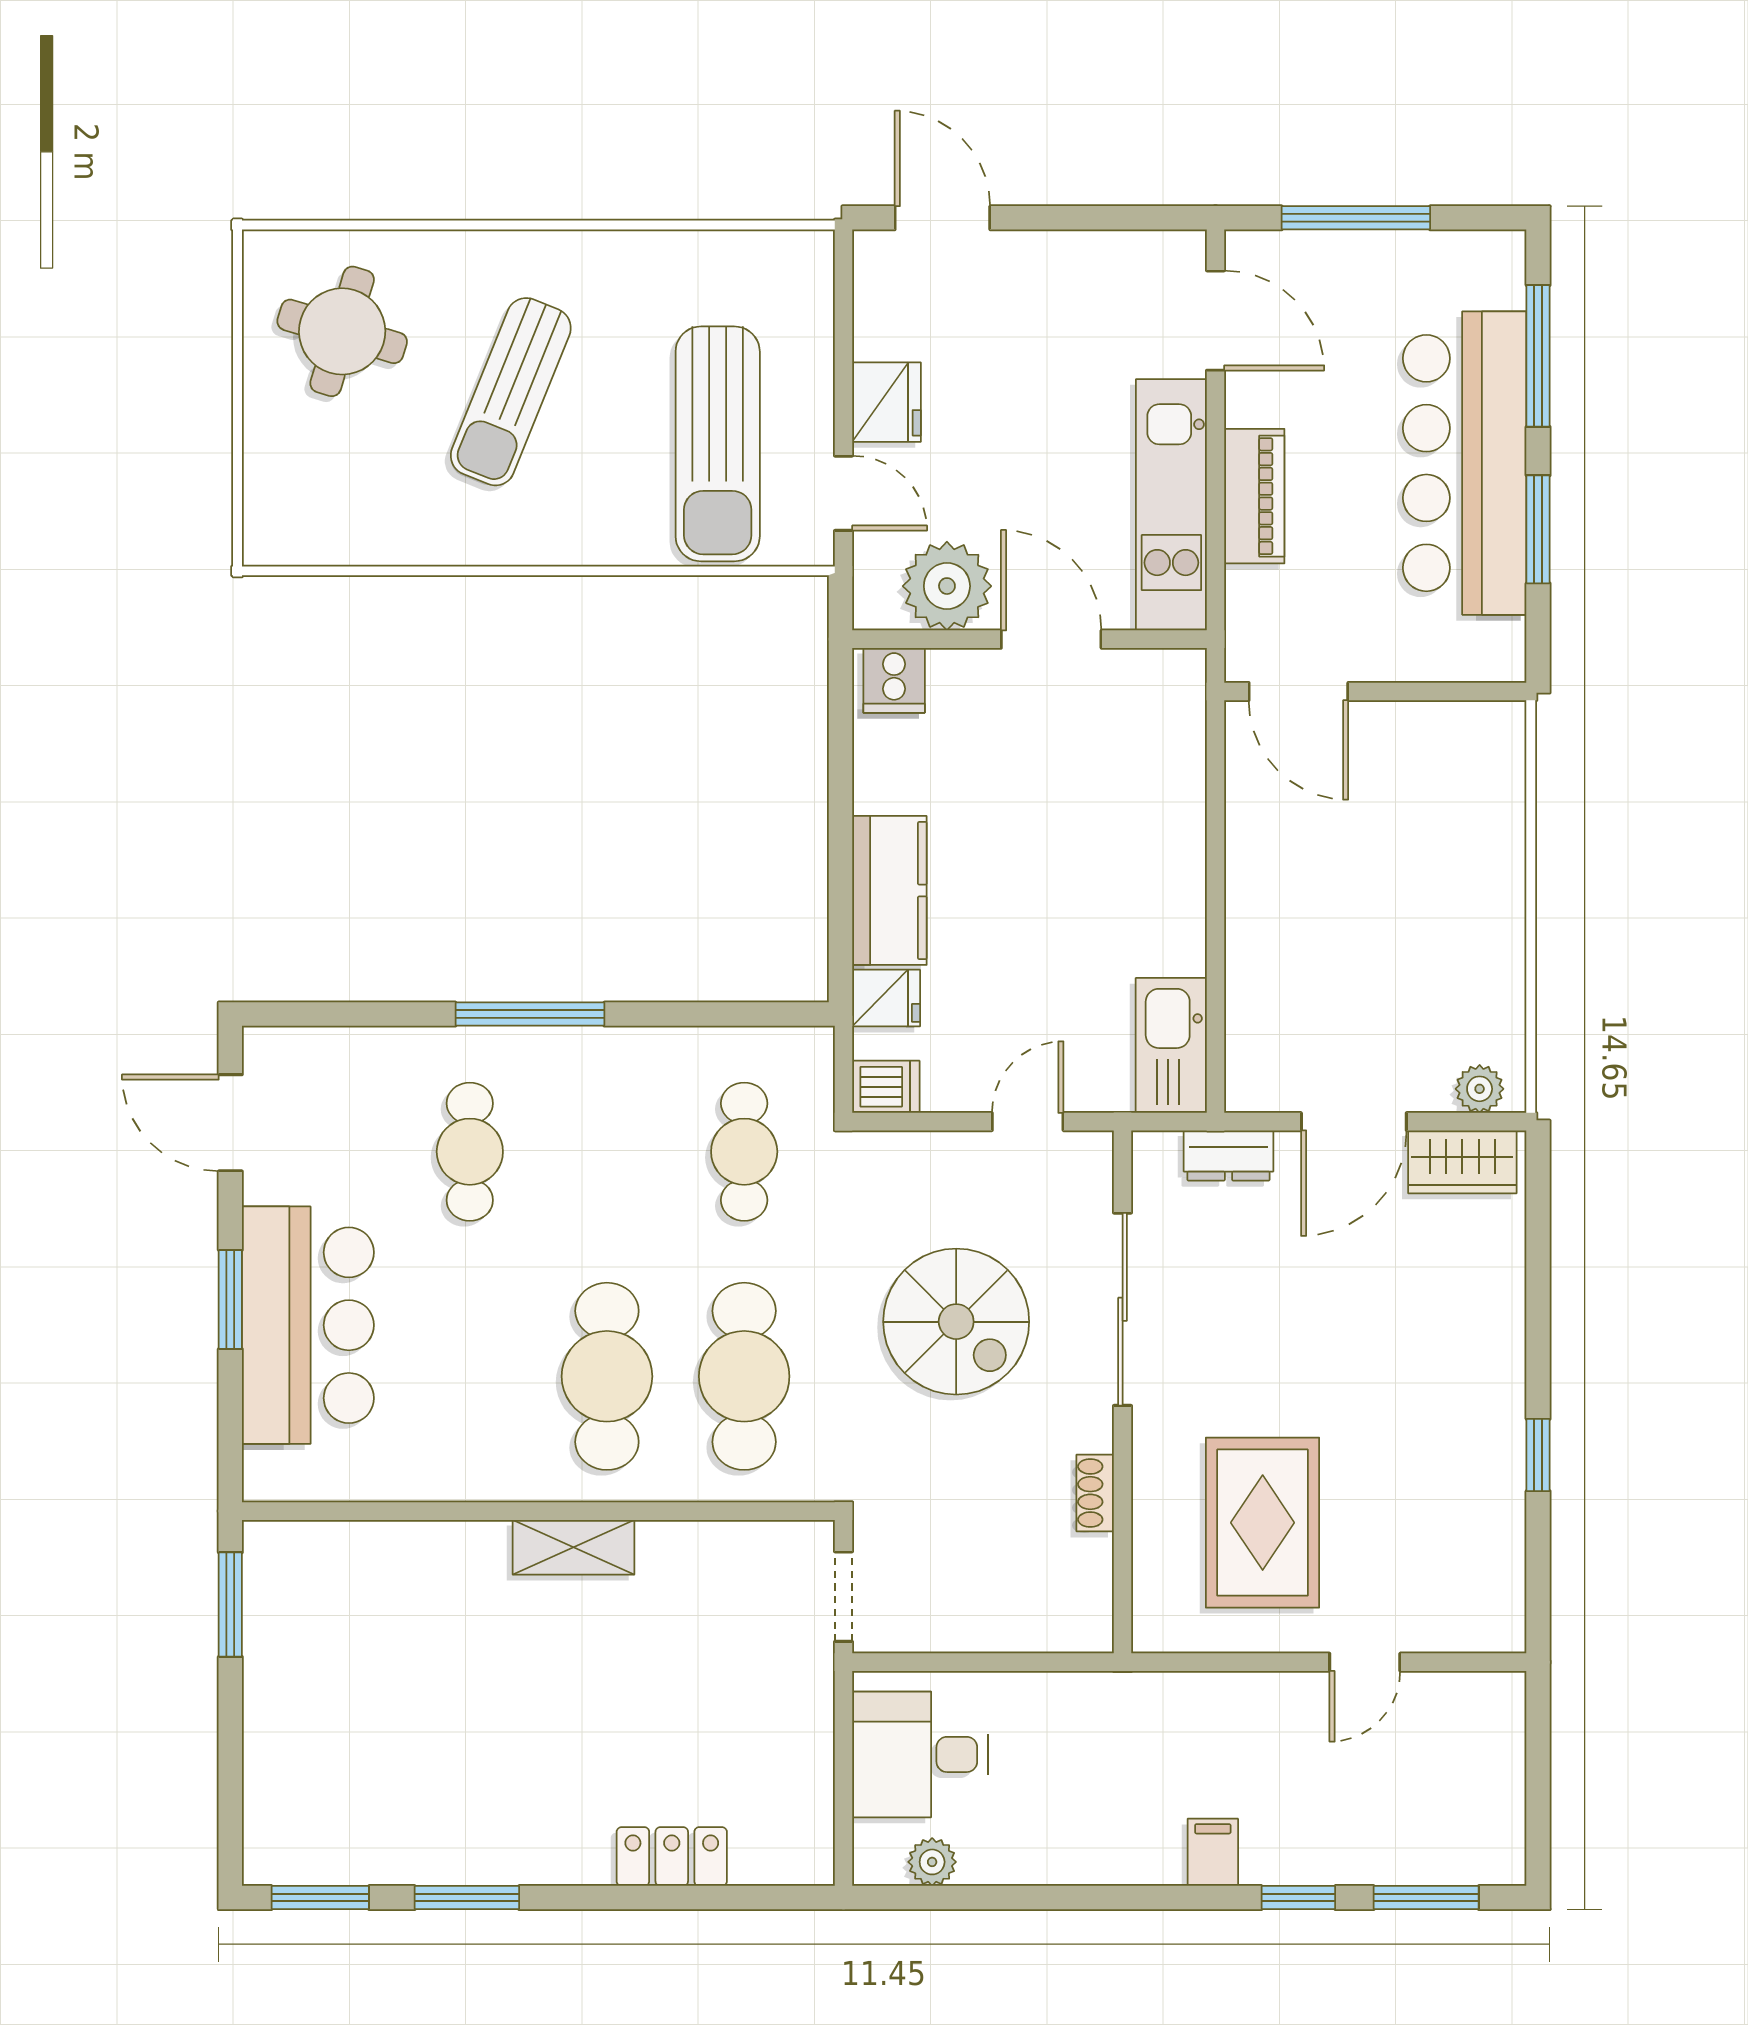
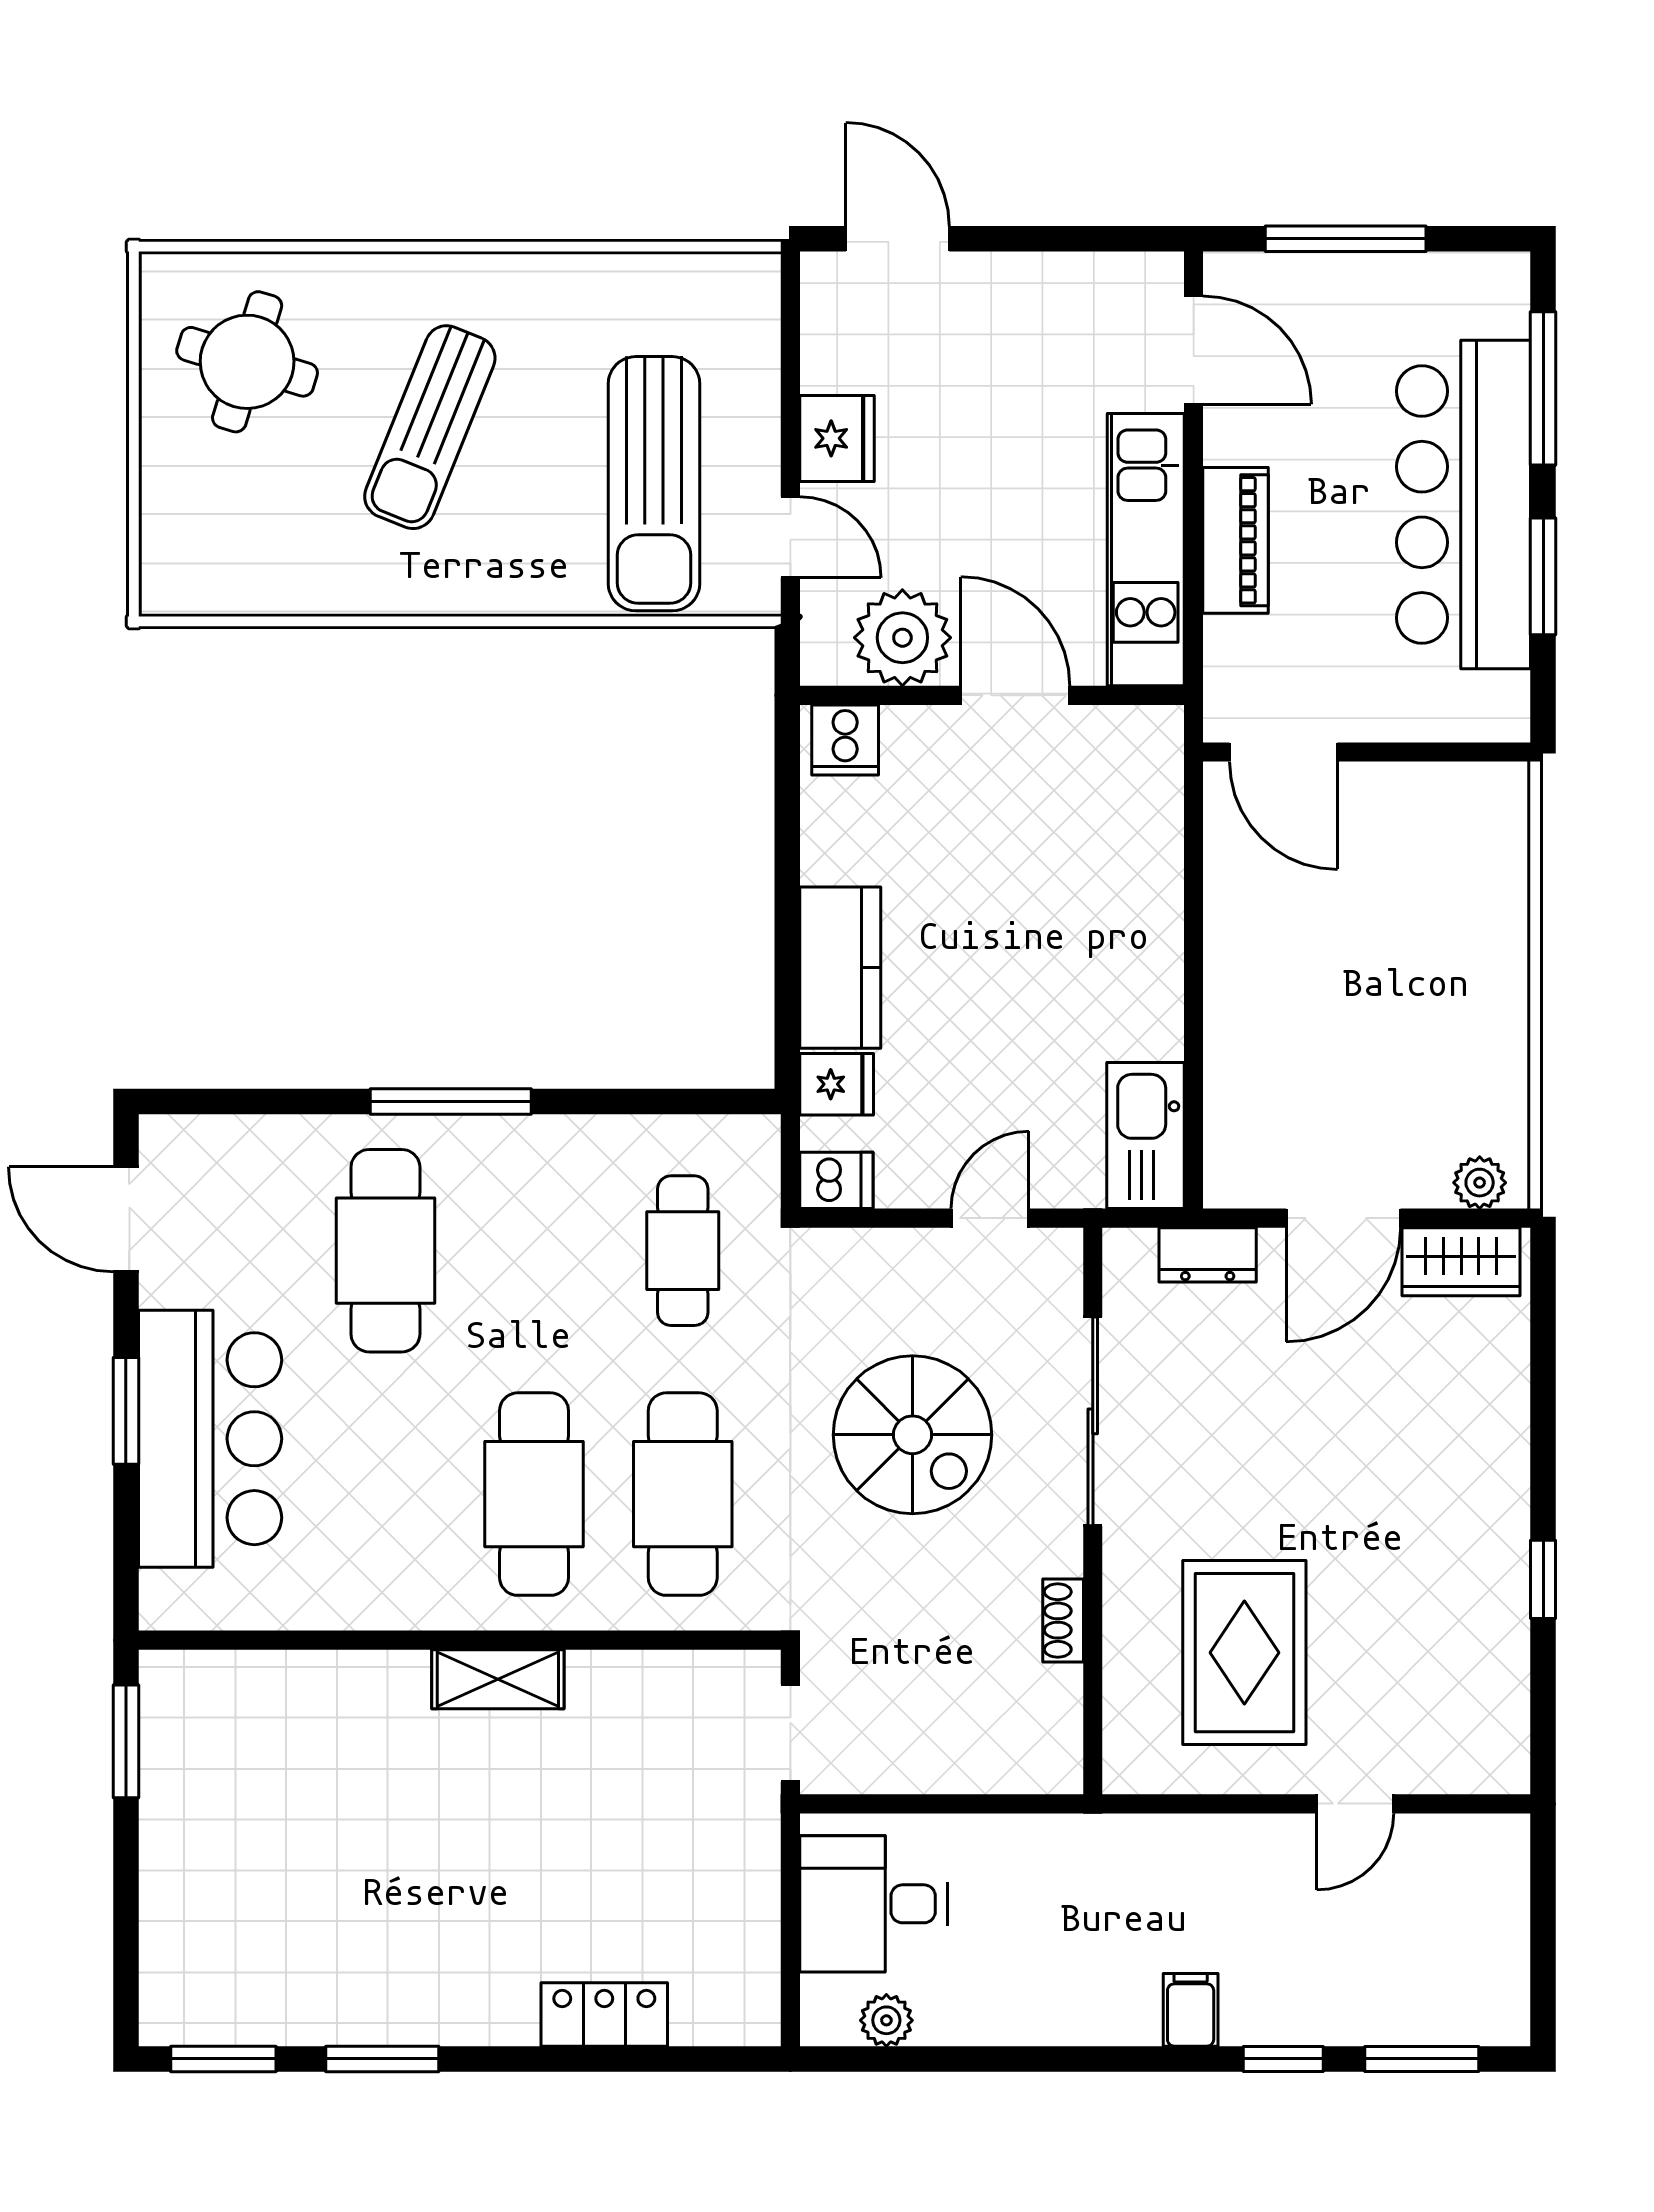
cafe table: (470, 1152) -> (385, 1251), width x1.37, depth x1.35

